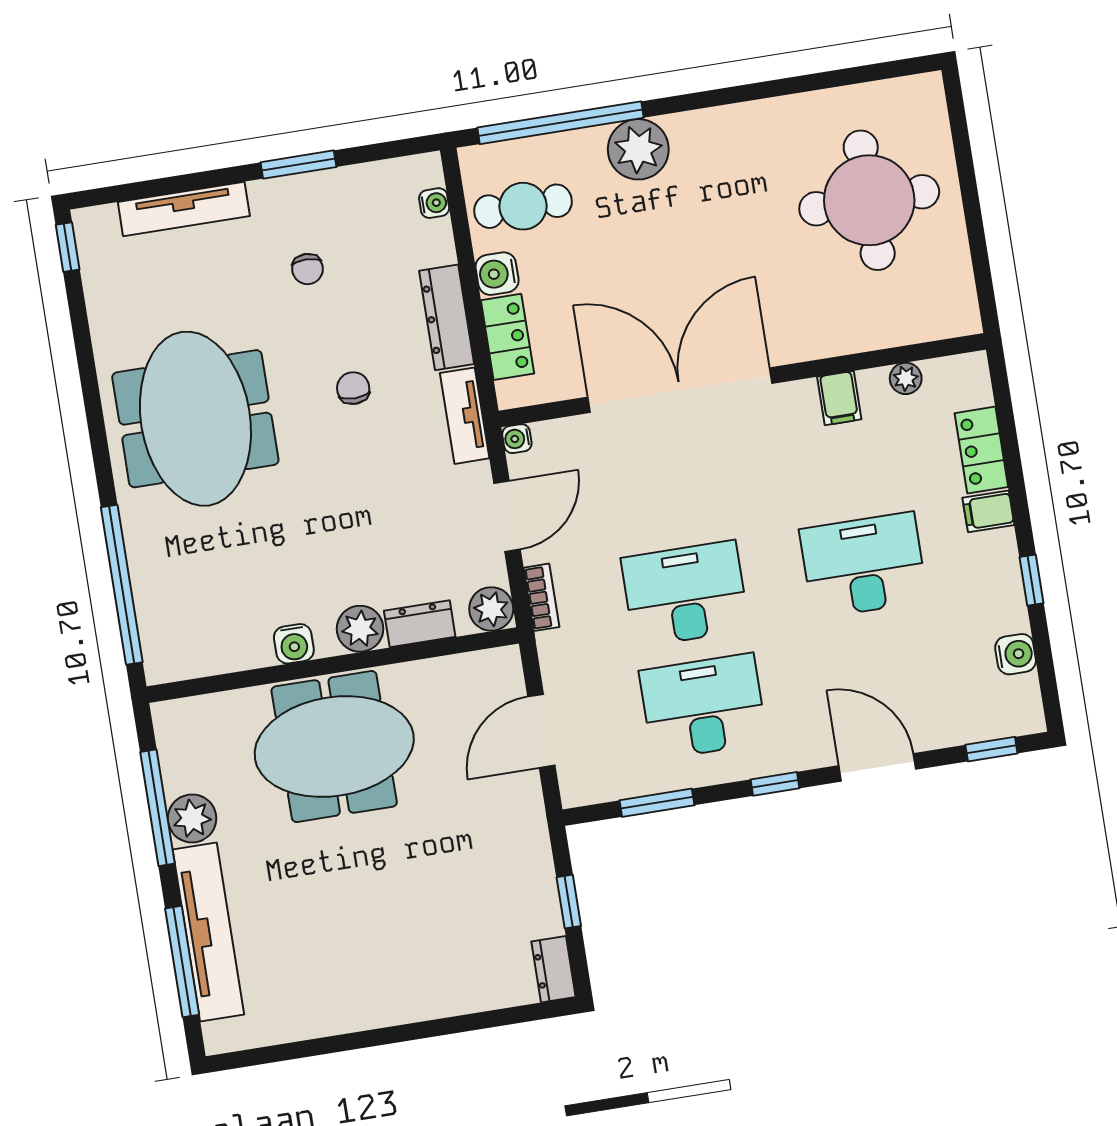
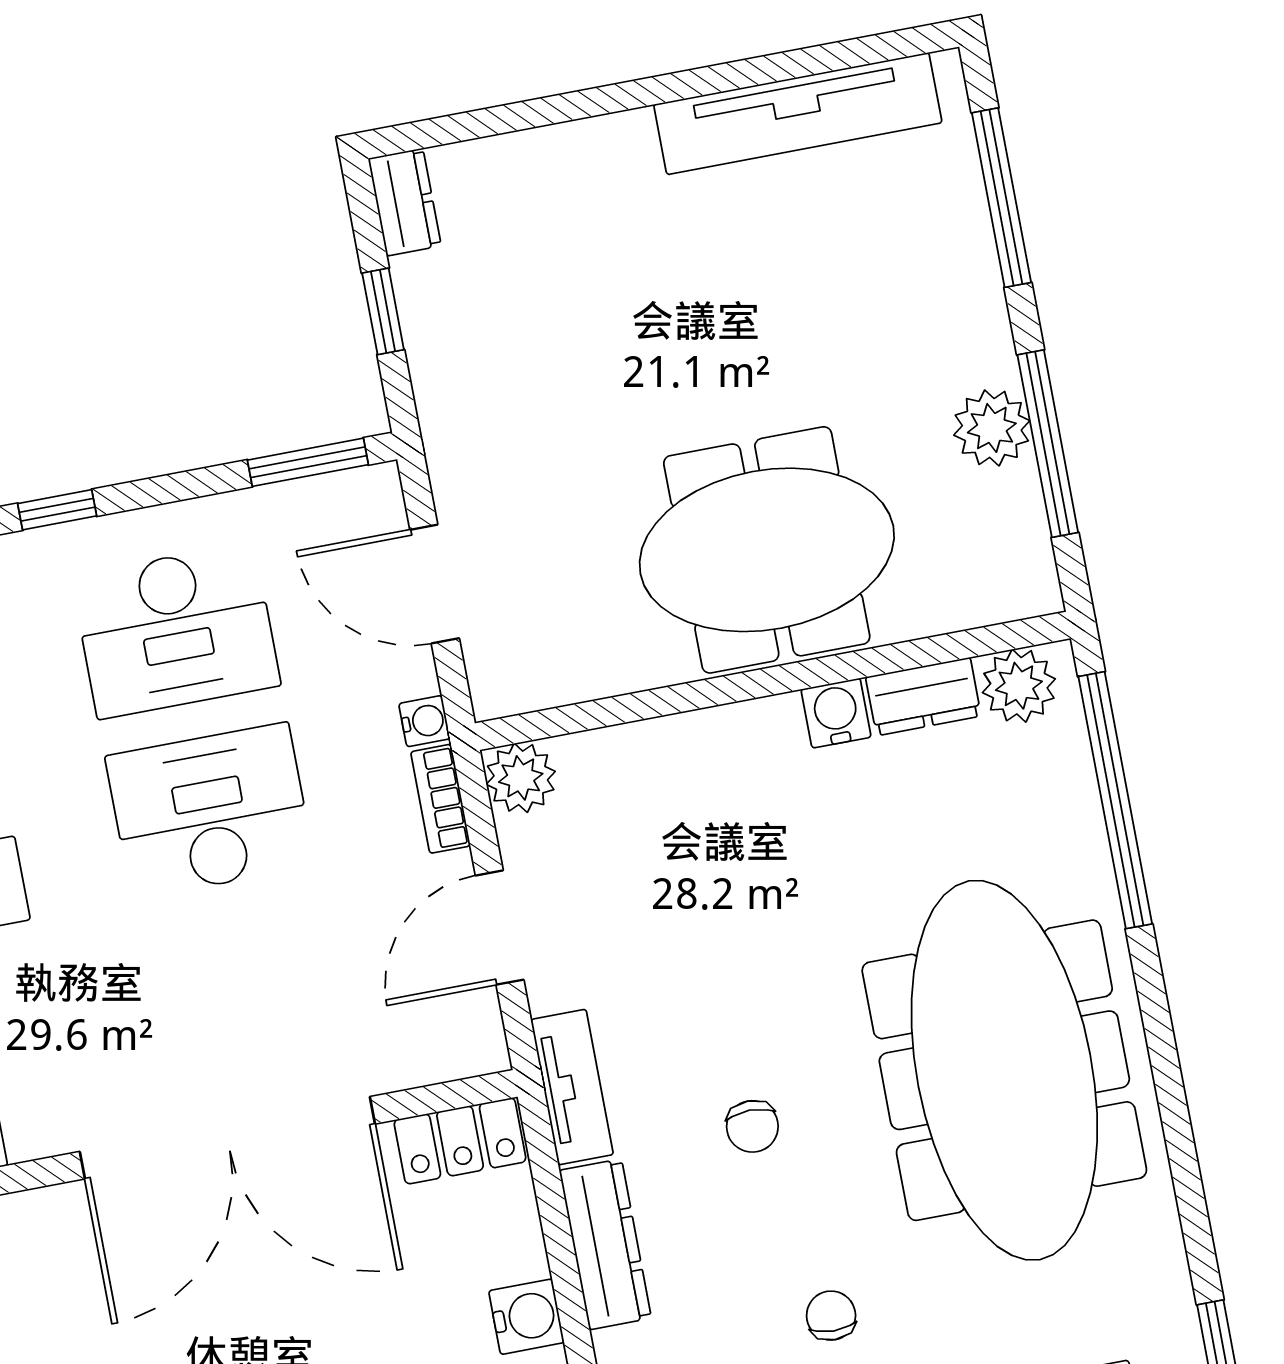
locker: (507, 337) -> (460, 1141), moved, turned -90
meeting table: (195, 419) -> (1004, 1070), width x1.36
water cooler: (517, 439) -> (424, 721), moved
desk: (685, 594) -> (210, 811), turned 180
dresser: (420, 624) -> (923, 696), moved
plant: (360, 629) -> (1019, 686), moved
door: (541, 731) -> (435, 584), swing flipped
window: (657, 803) -> (308, 462), moved
tv unit: (208, 932) -> (798, 114), moved, turned -90

